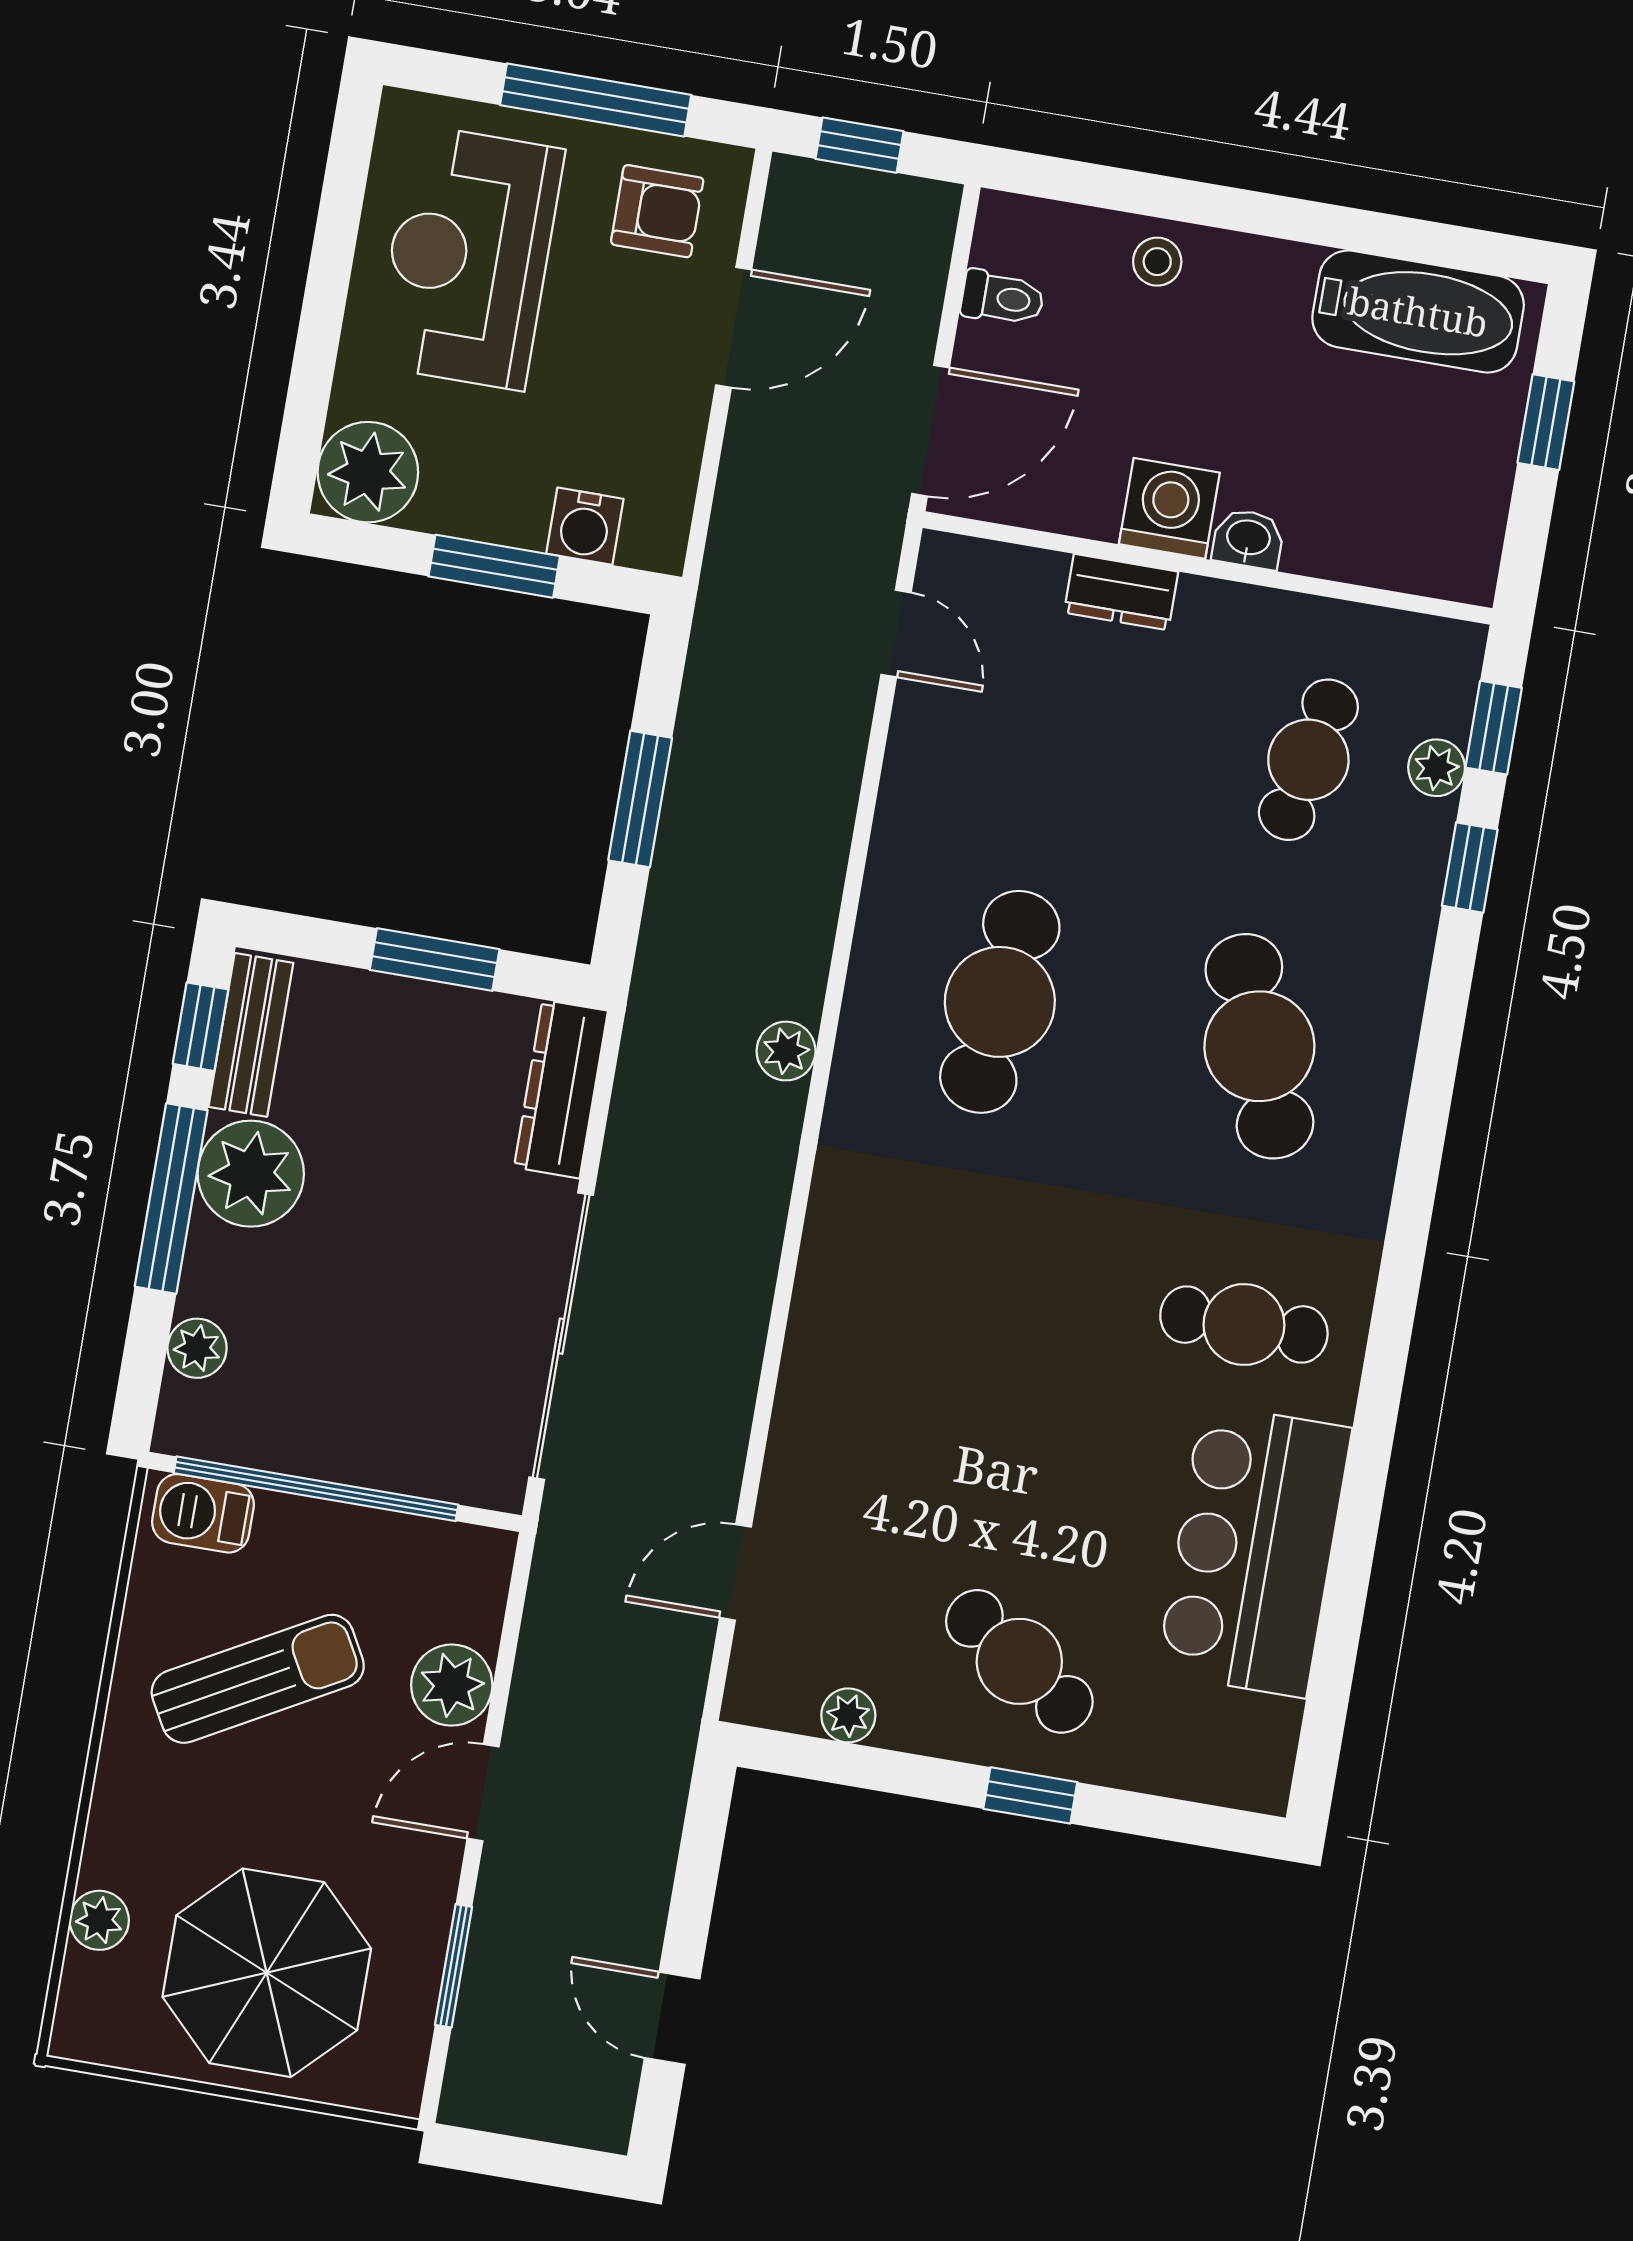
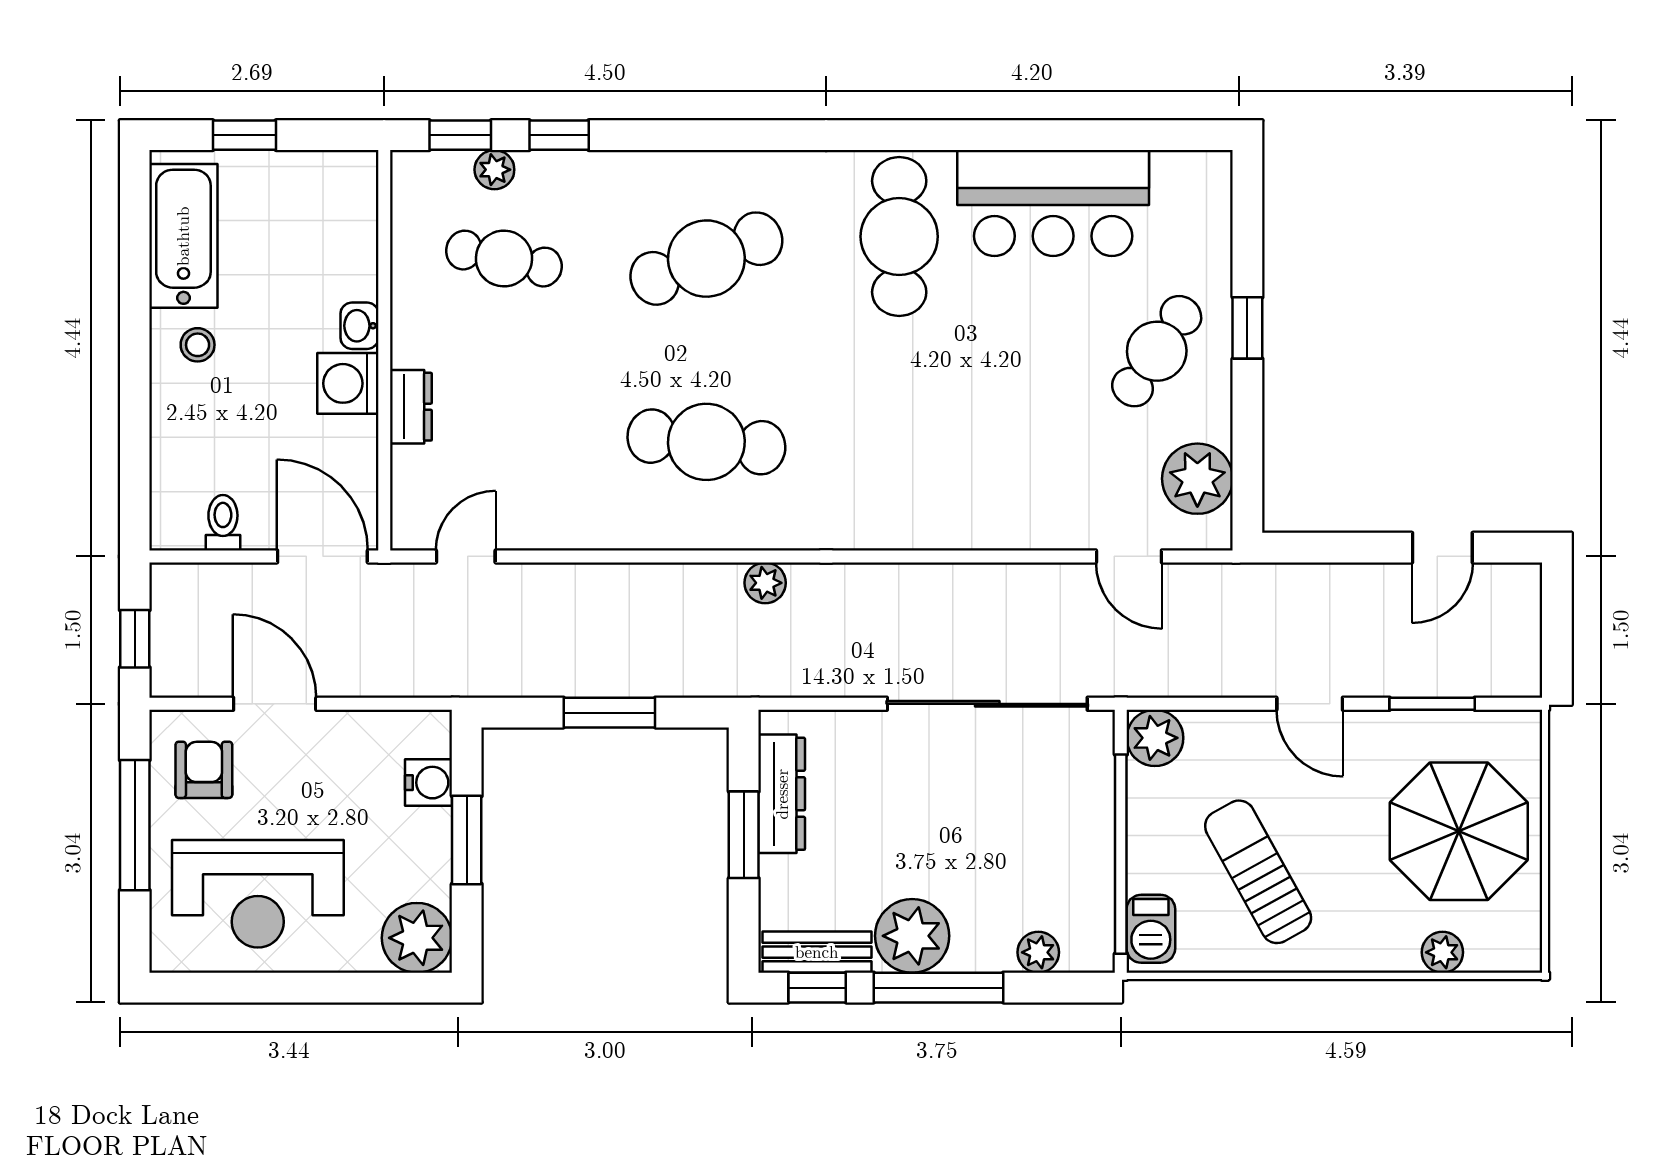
stool: (1157, 262) -> (198, 345), moved
dresser: (561, 1089) -> (782, 794), moved, turned -90
cafe table: (1244, 1325) -> (899, 237), width x1.37, depth x1.35
plant: (452, 1685) -> (1155, 738), moved
plant: (848, 1715) -> (1197, 479), width x1.88, depth x1.88

